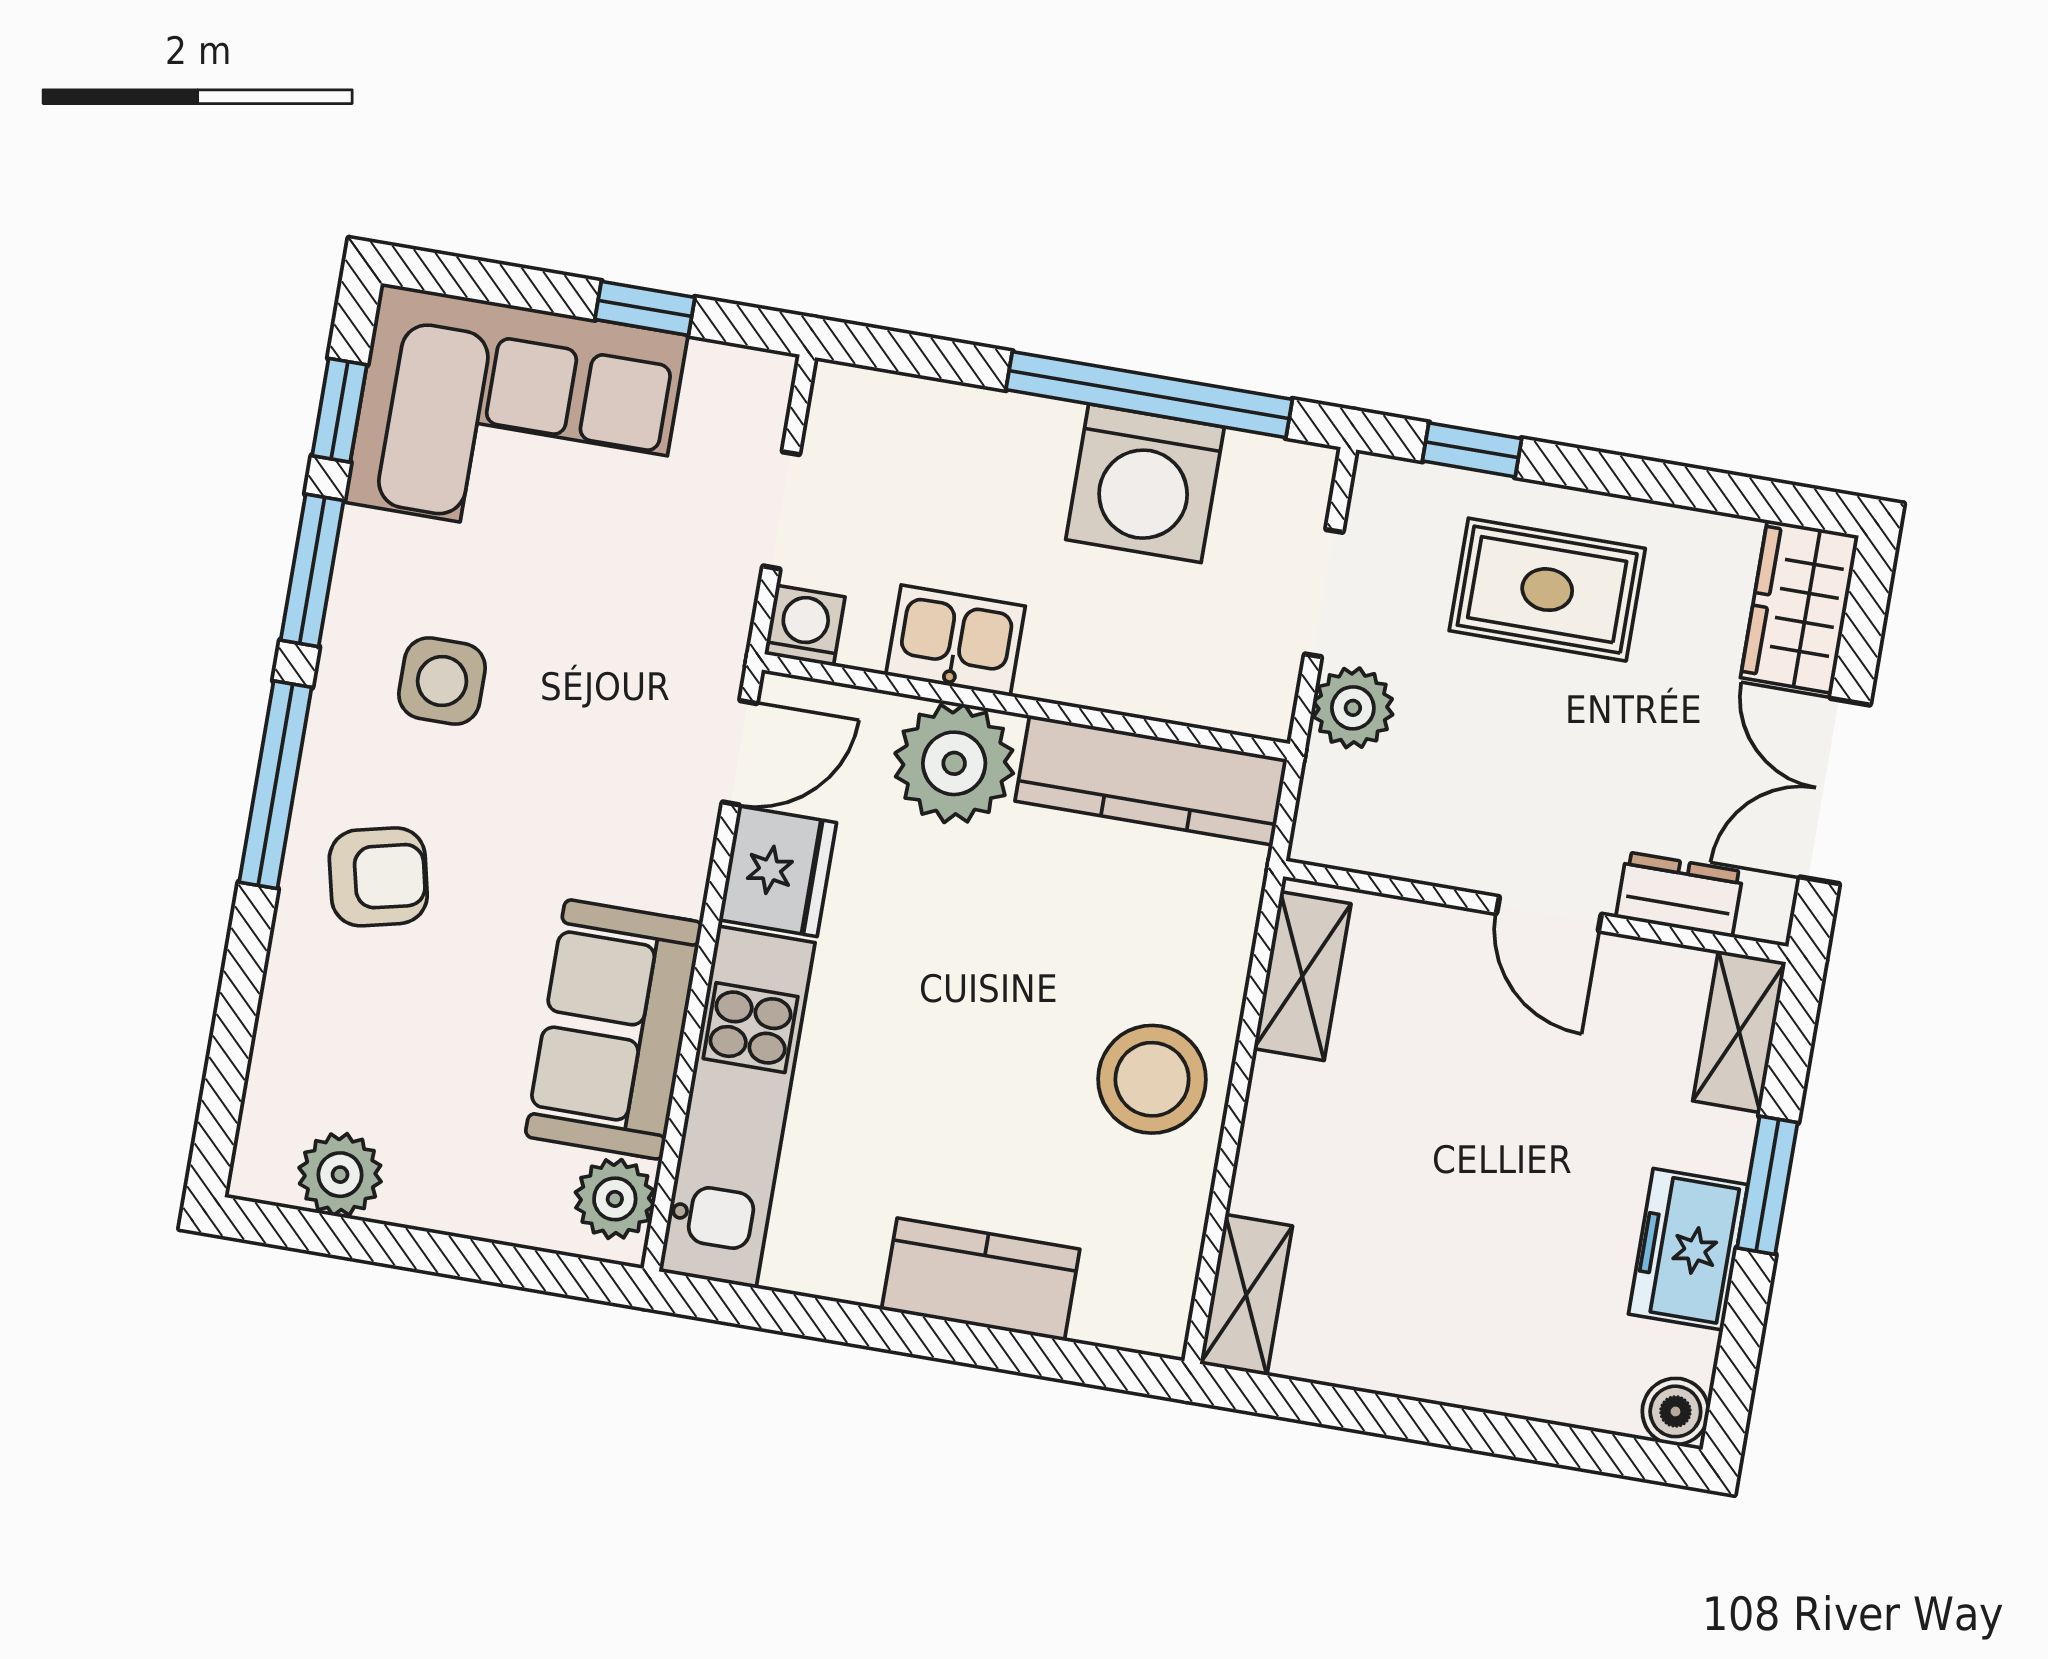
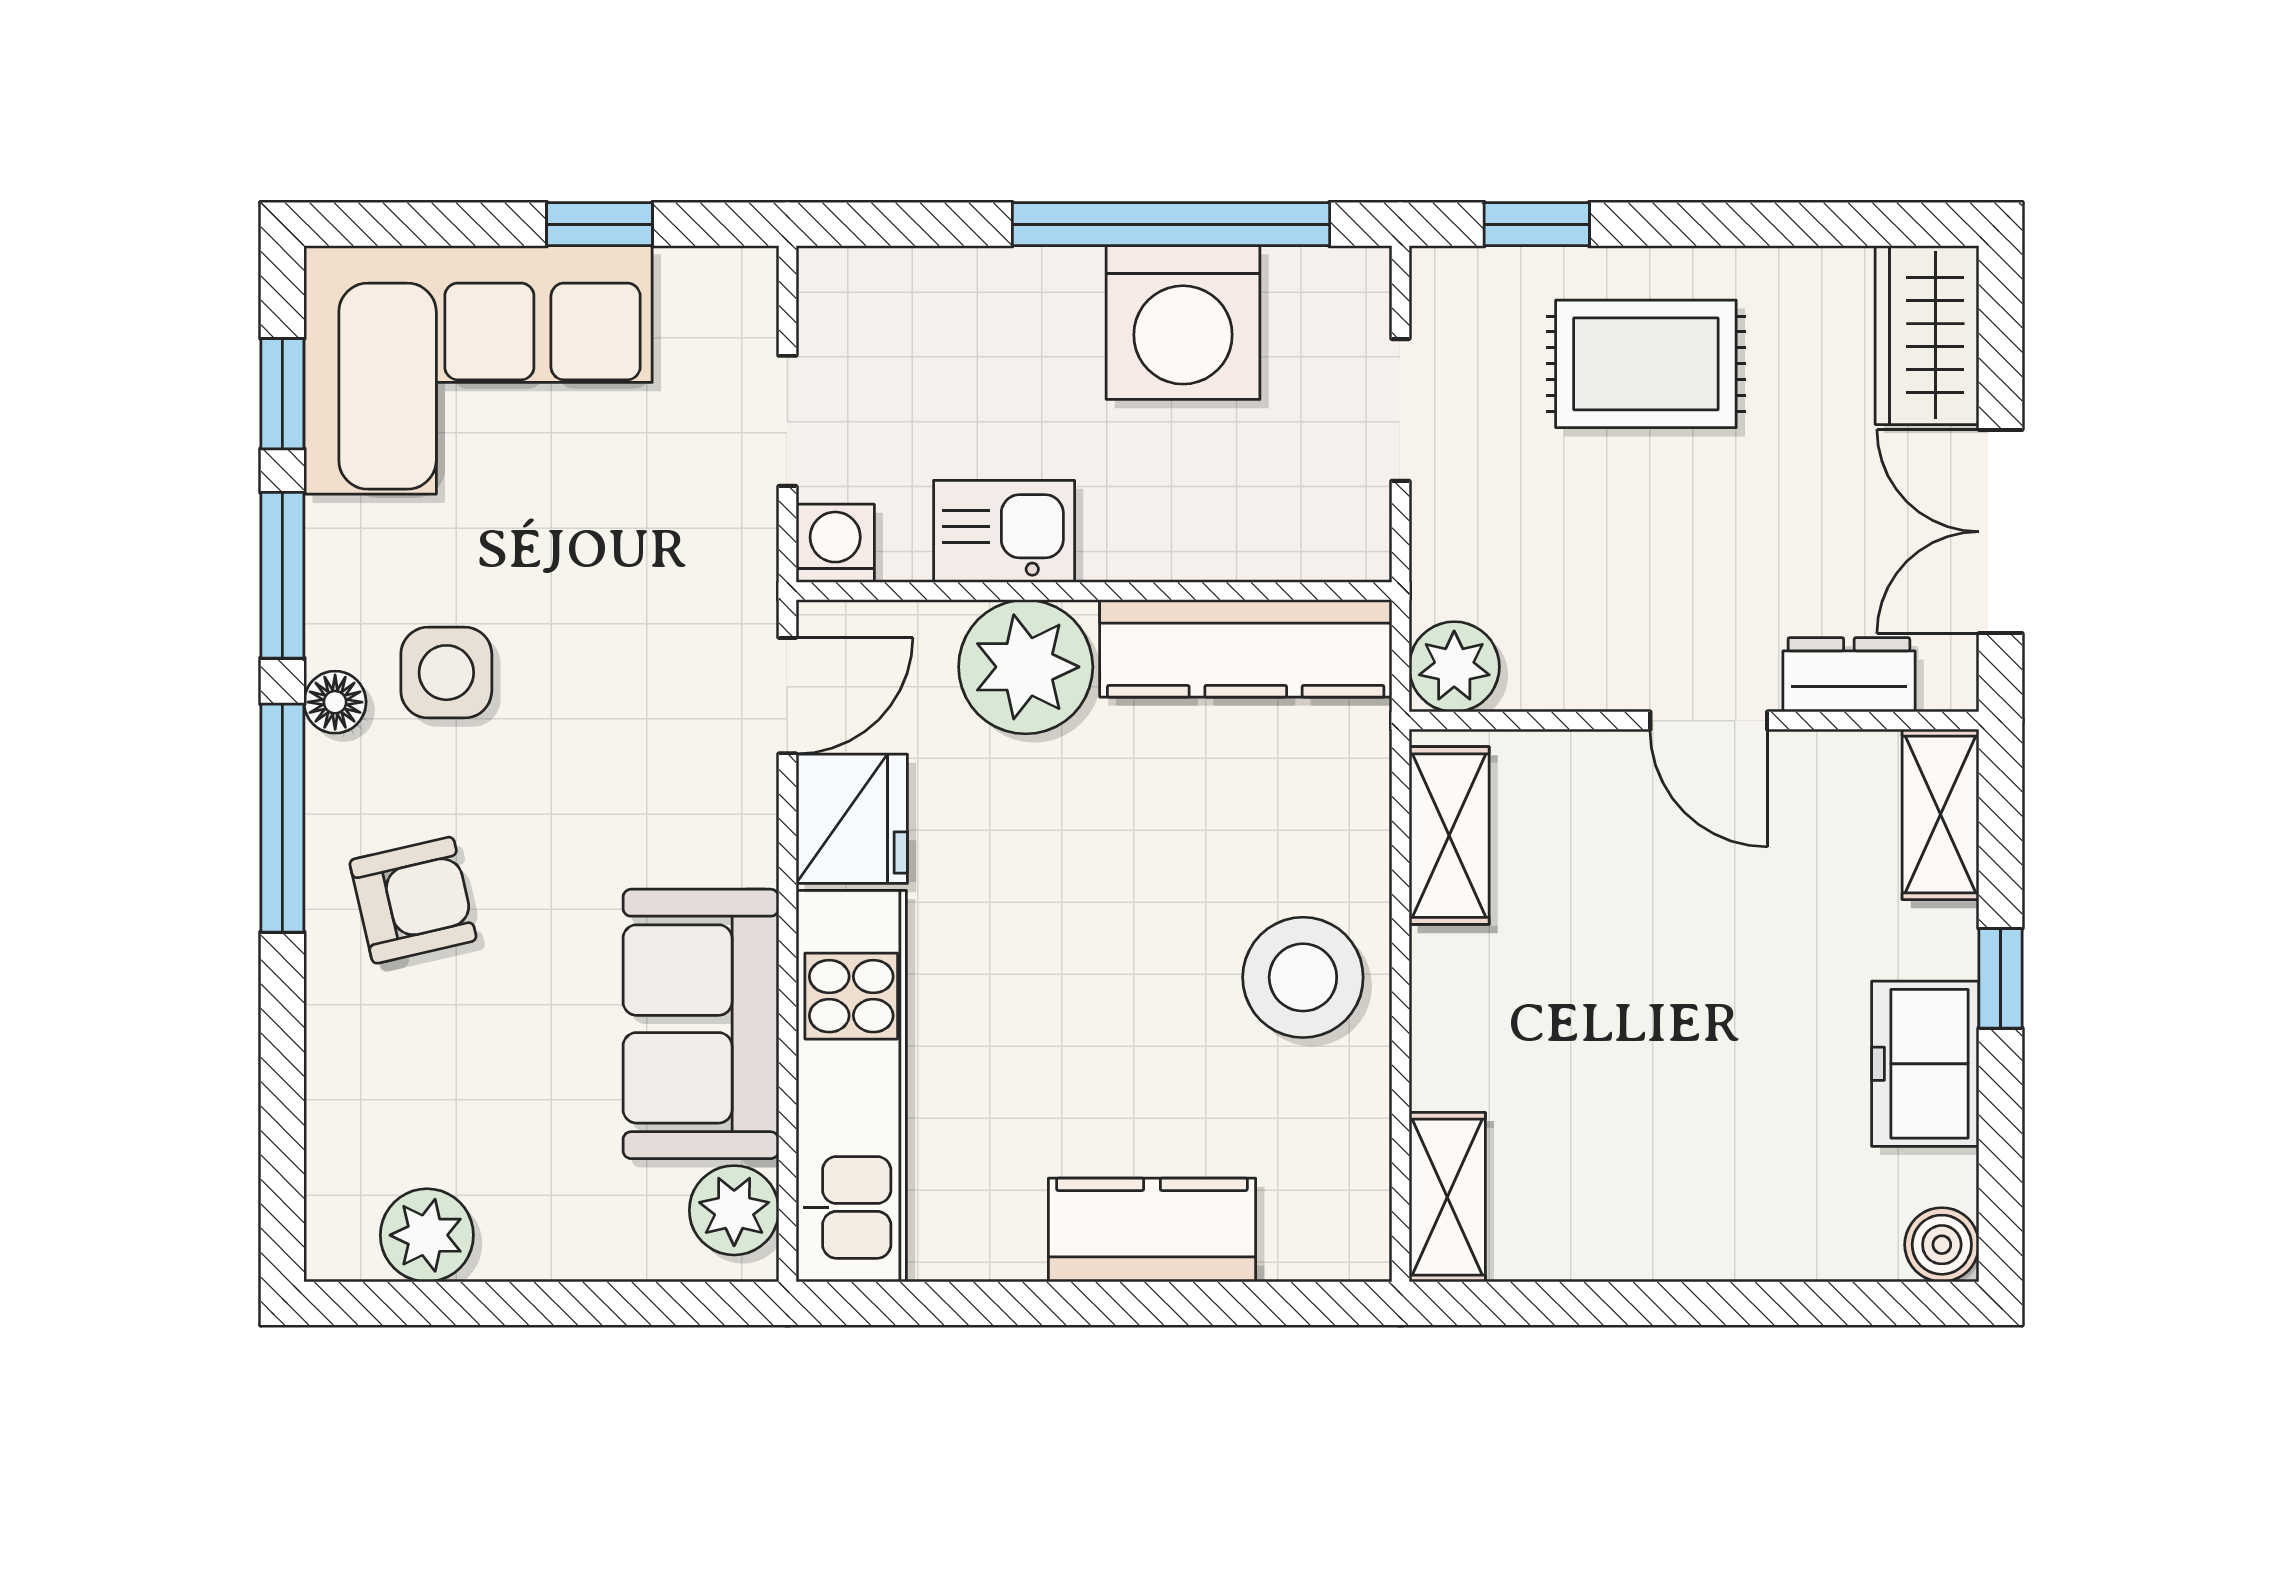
floor lamp: (339, 690) -> (335, 702), added
plant: (1353, 708) -> (1454, 667), moved
window: (1767, 1185) -> (2000, 978), width x0.67

